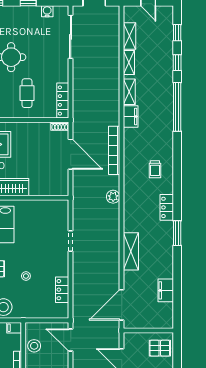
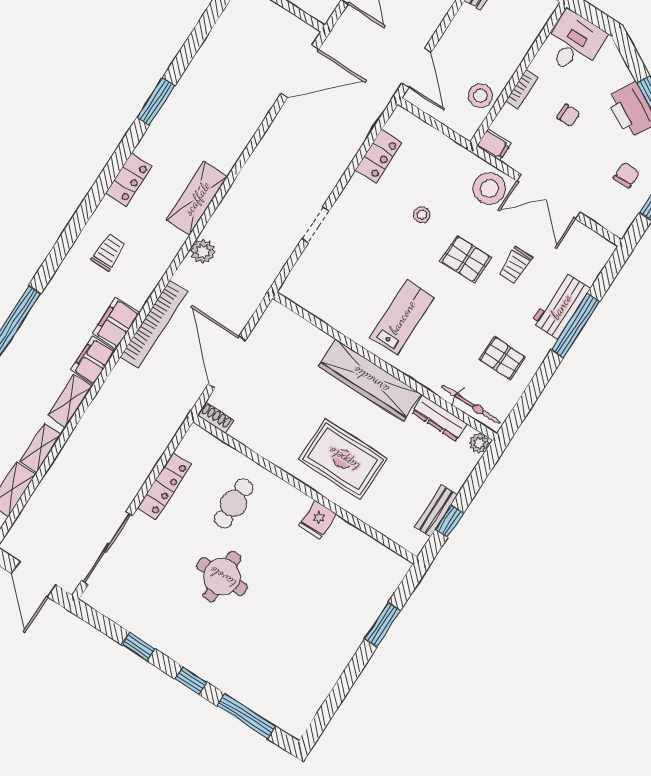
water cooler: (47, 11) -> (118, 612), removed
locker: (63, 101) -> (164, 486), moved
window: (177, 233) -> (156, 102), moved
shelving: (131, 251) -> (197, 198), moved
filing cabinet: (166, 290) -> (116, 323), moved, turned 180

